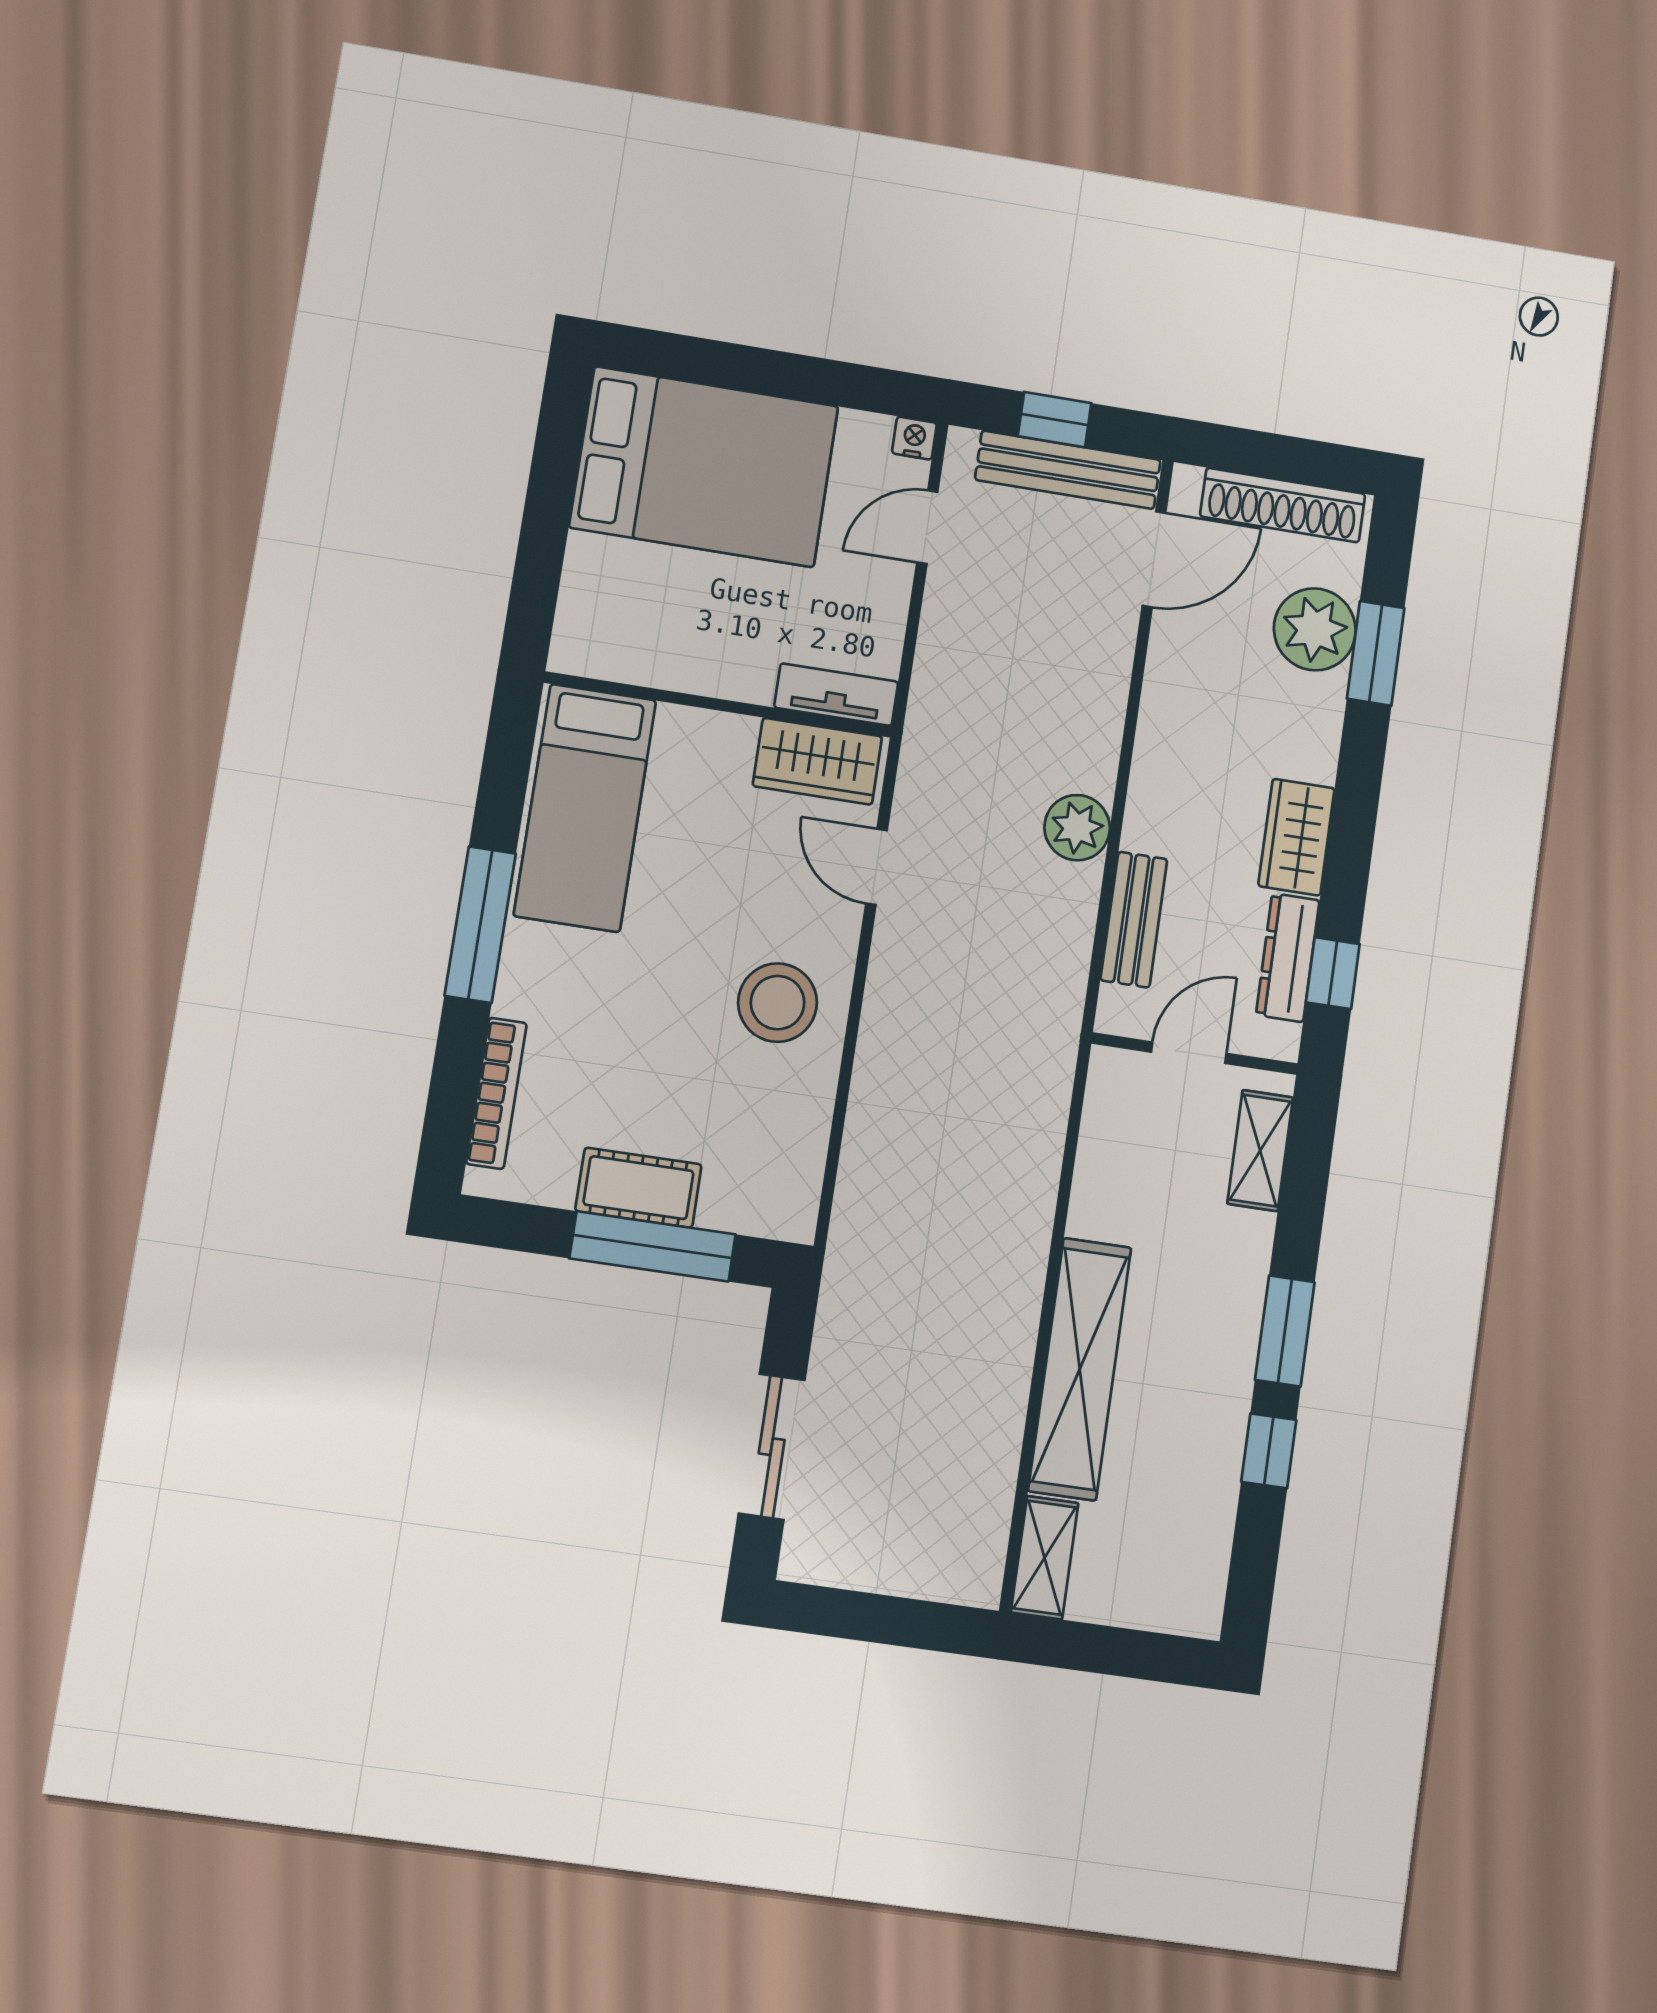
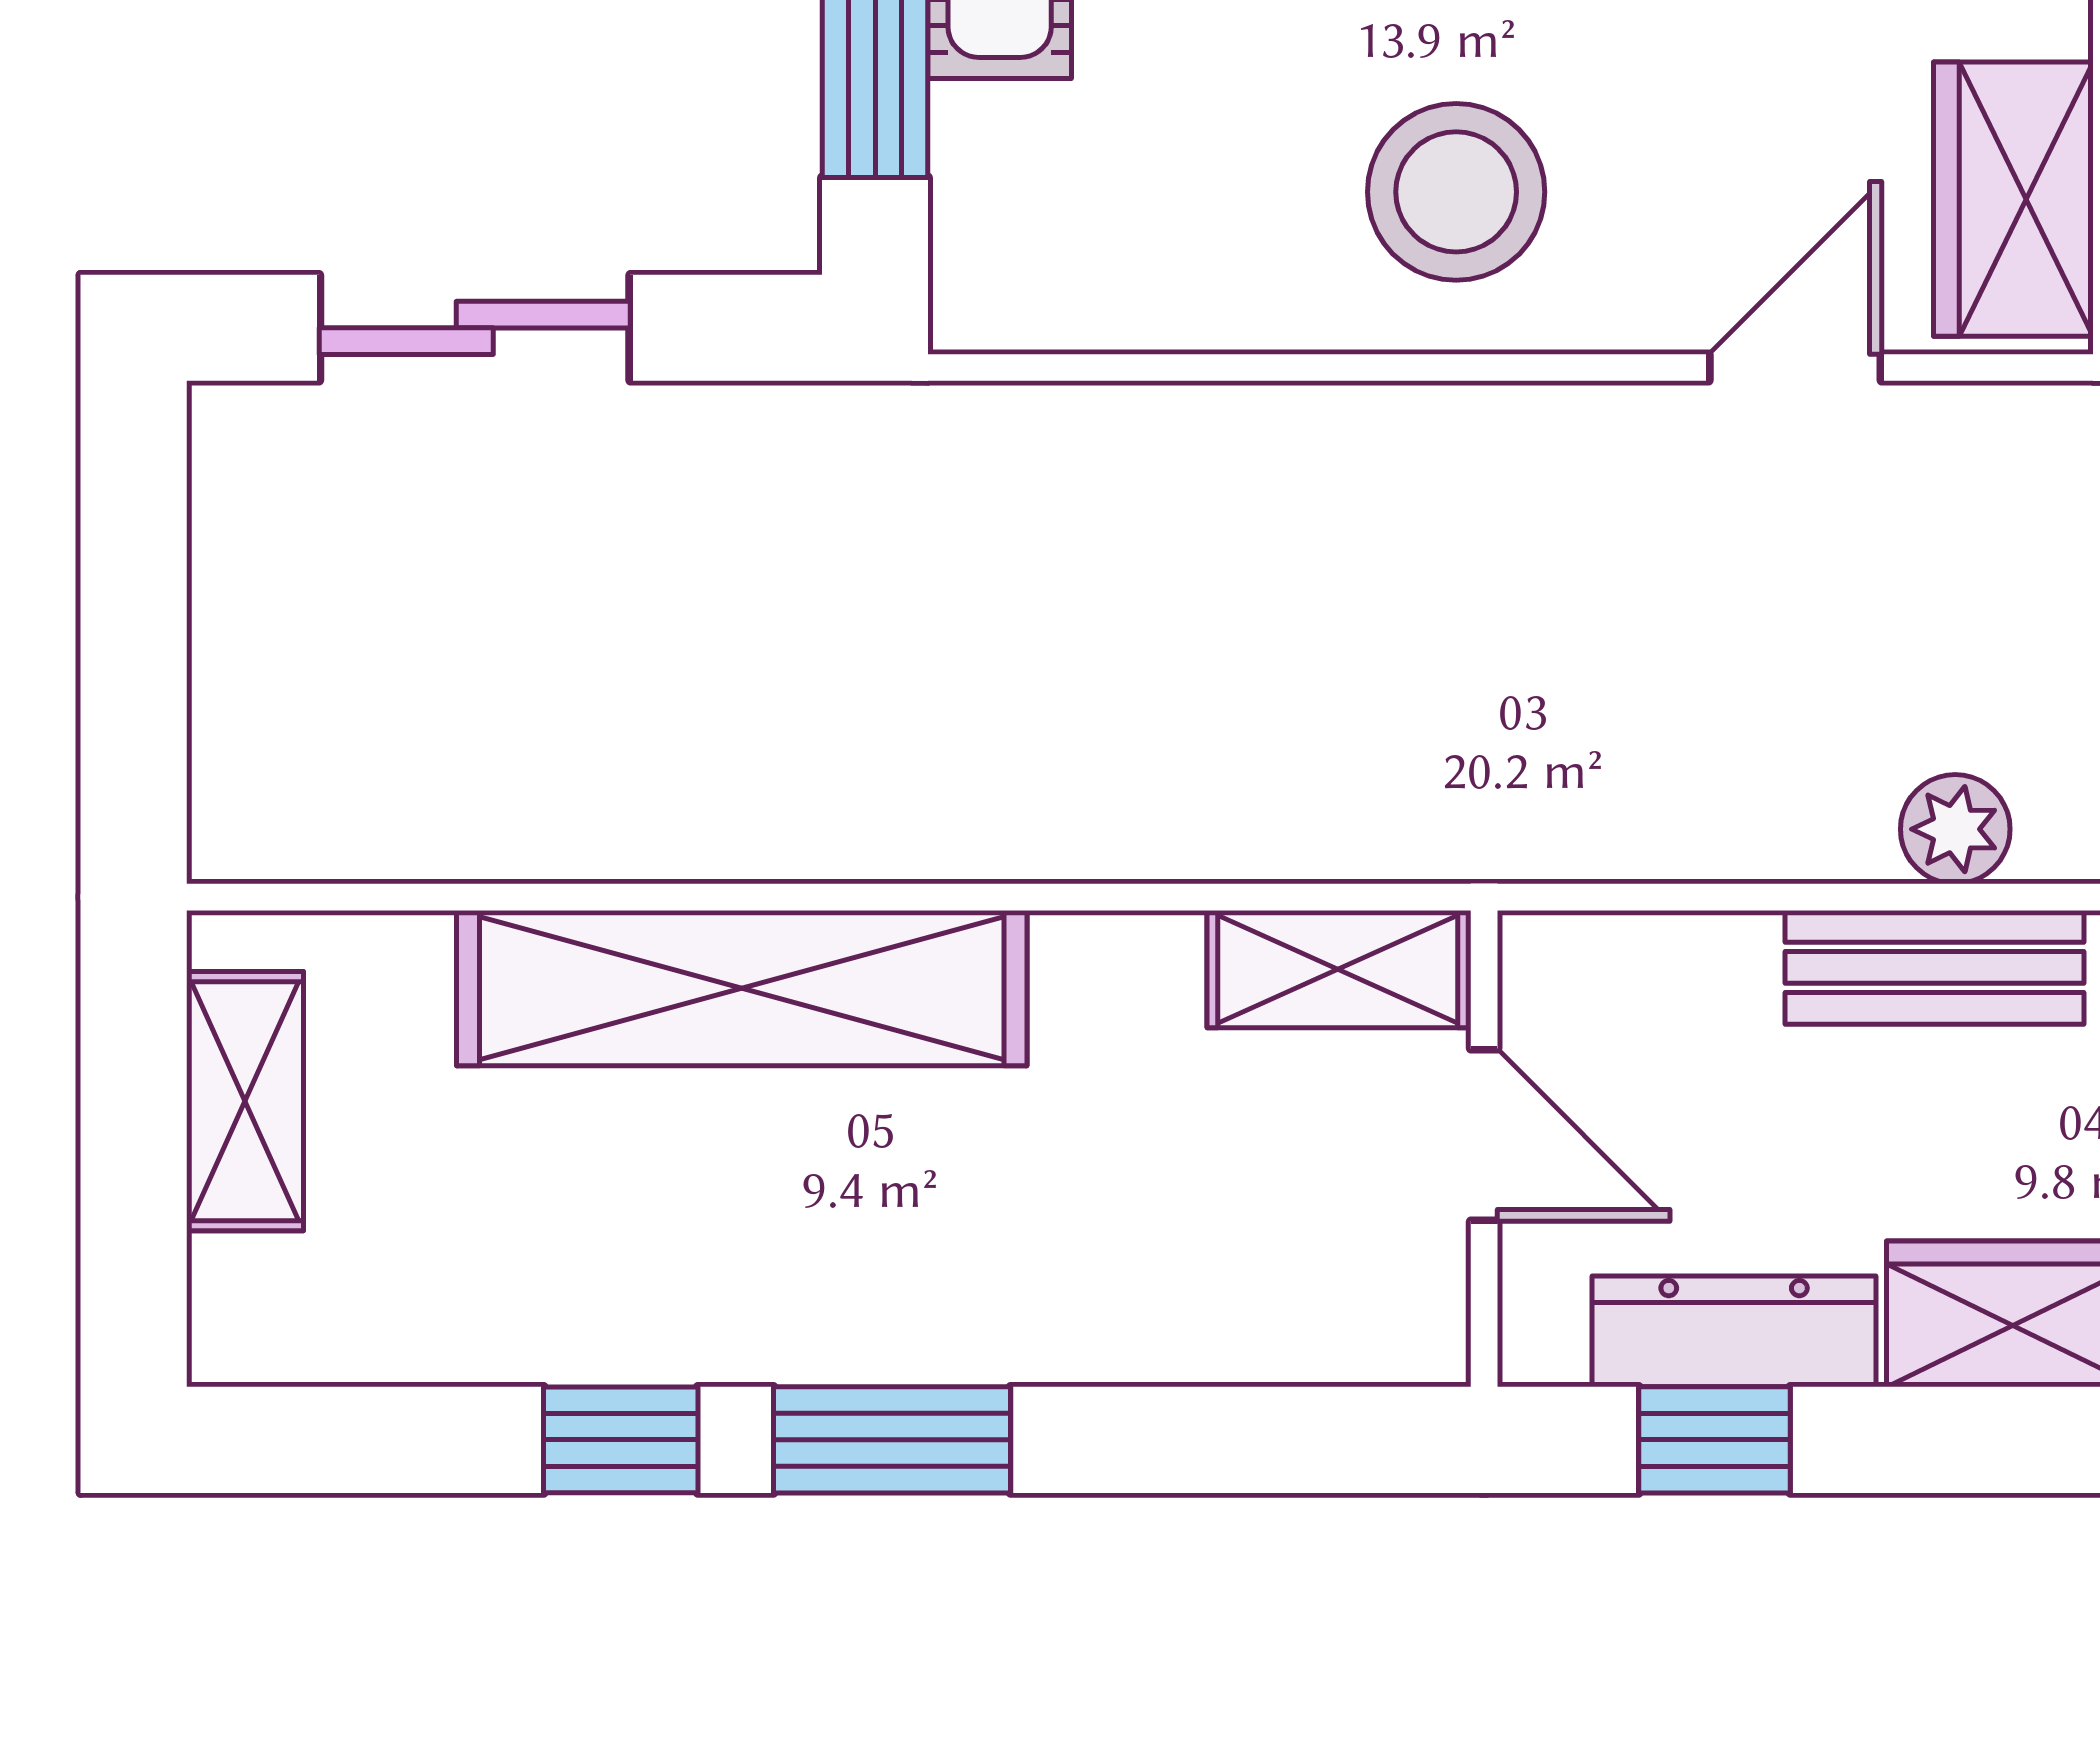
plant: (1077, 828) -> (1955, 829), width x0.73, depth x0.73
bench: (1134, 920) -> (1934, 967), moved
shelving: (1260, 1151) -> (1338, 969), moved
shelving: (1045, 1558) -> (245, 1101), moved, turned 90

